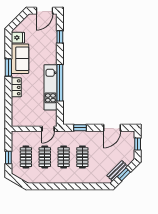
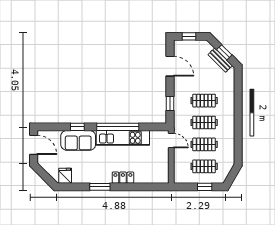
window: (60, 37) -> (77, 127), moved
sofa: (20, 59) -> (78, 140), moved, turned 180

